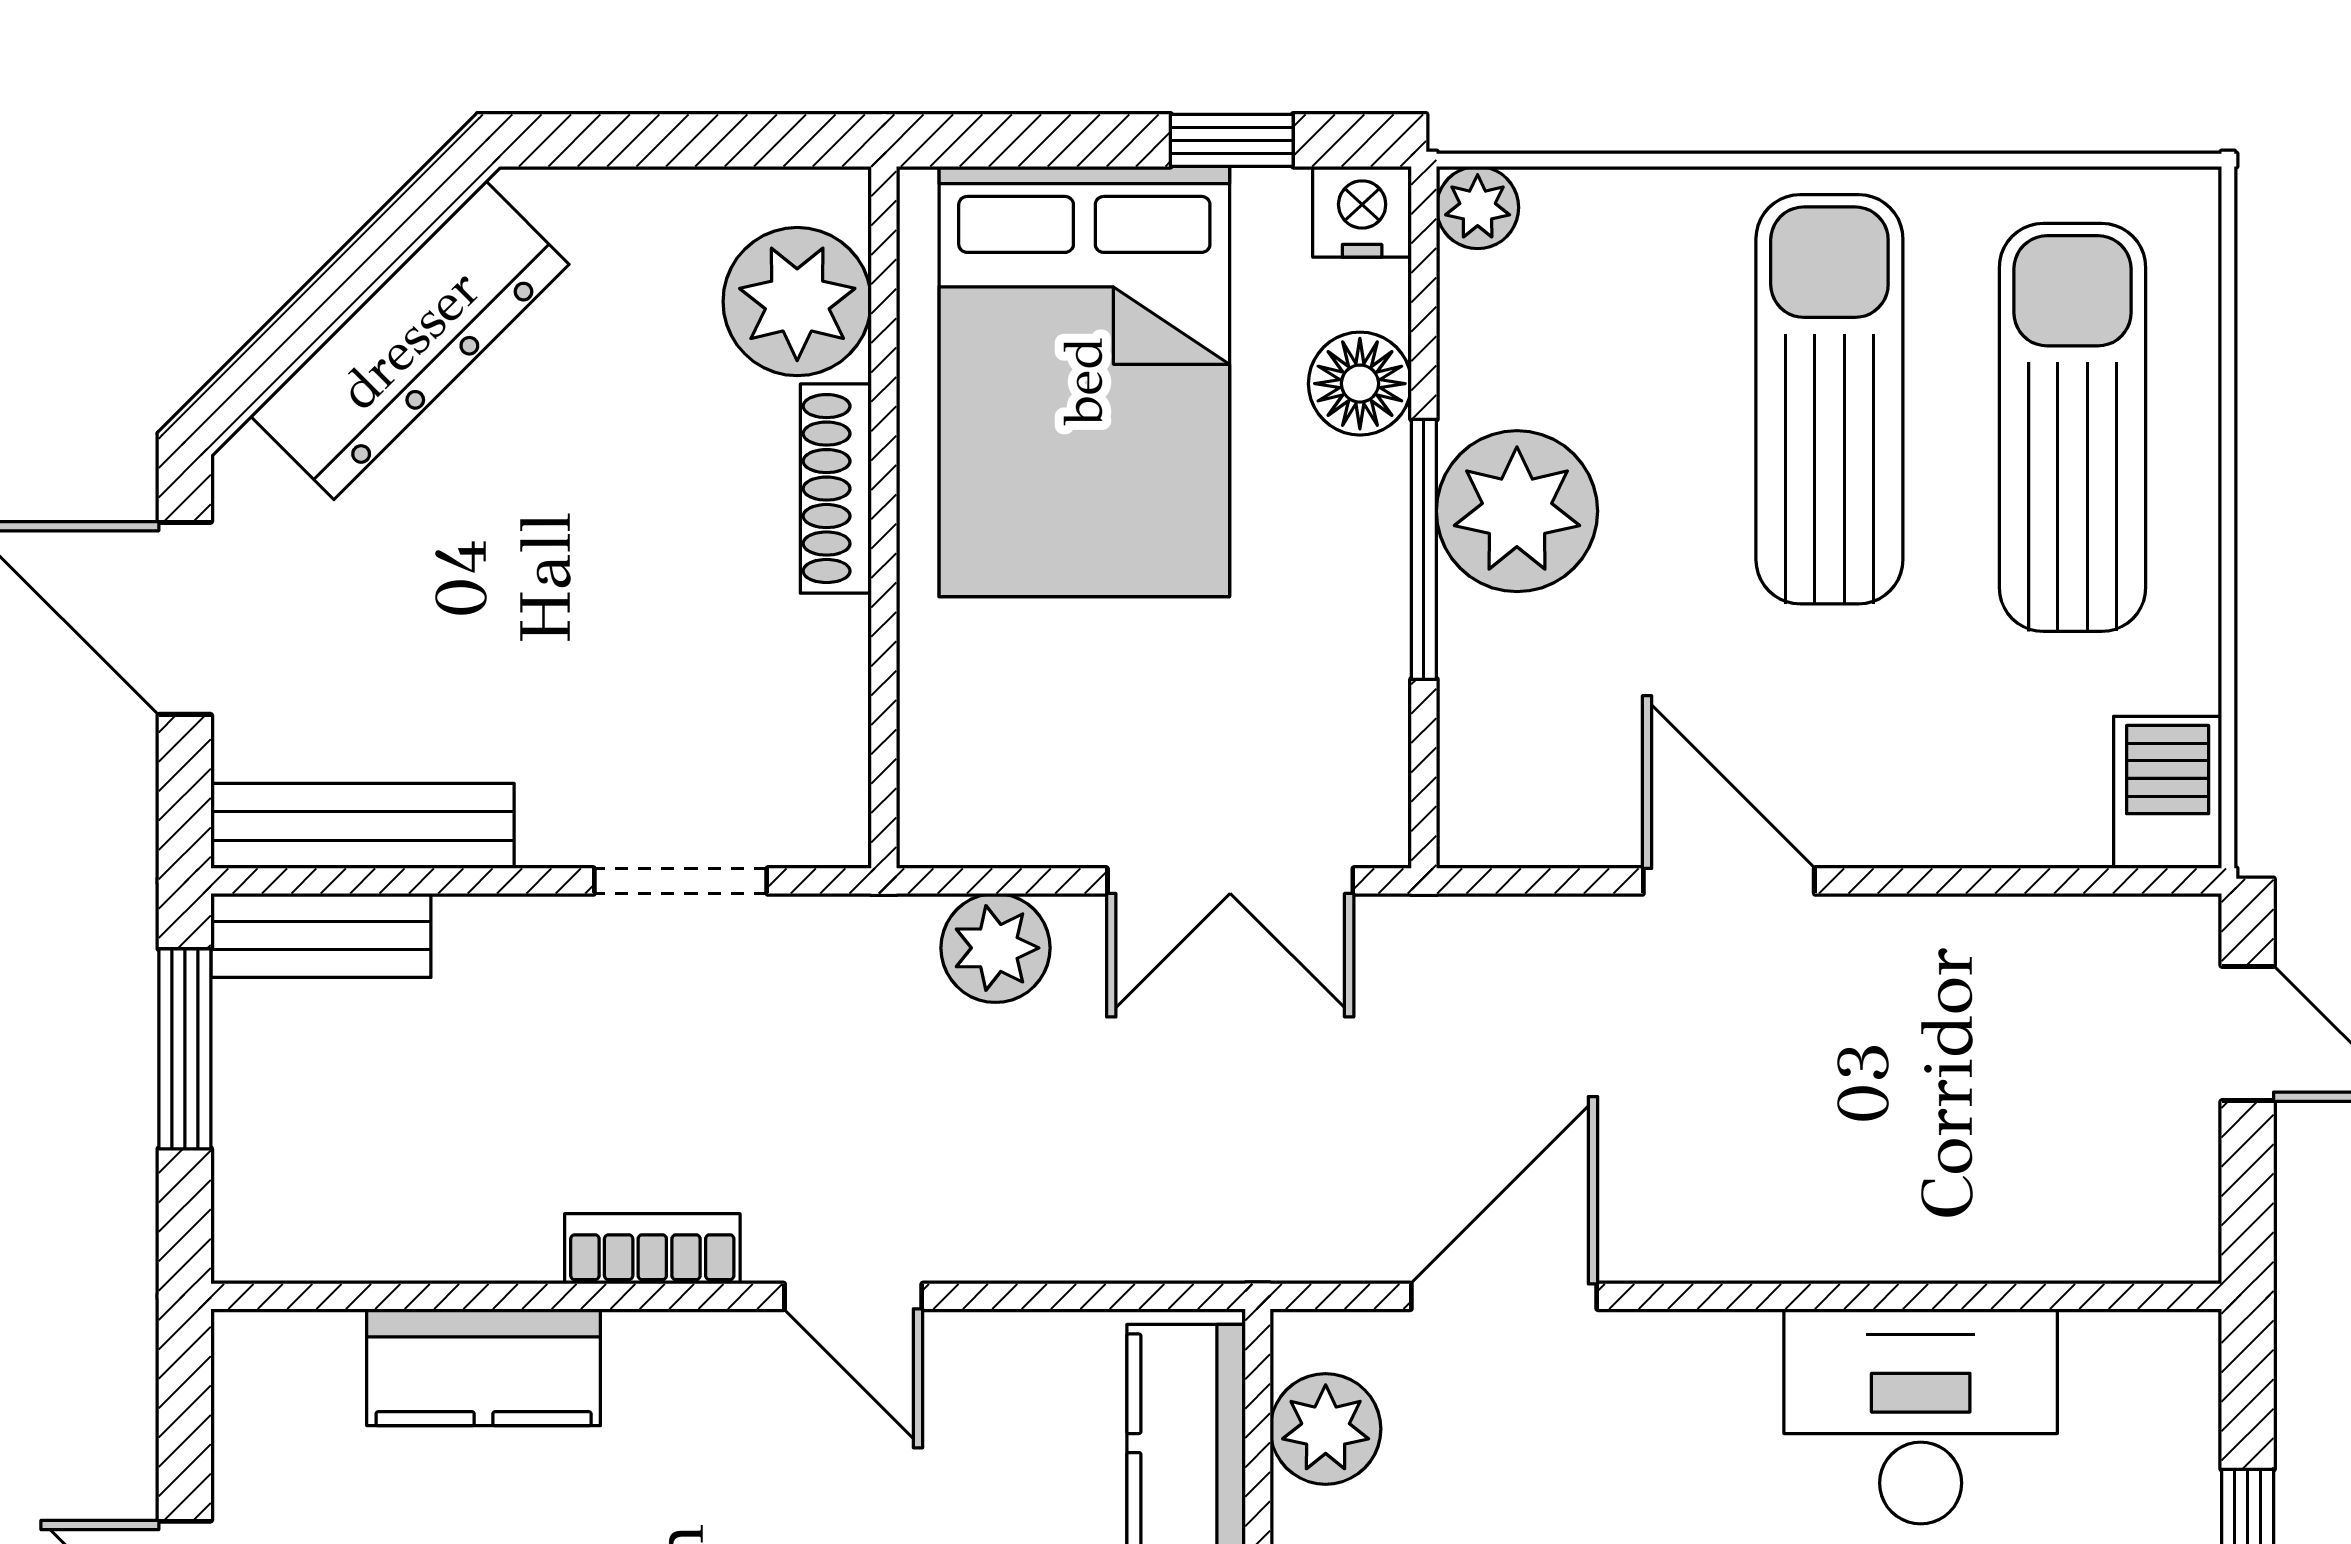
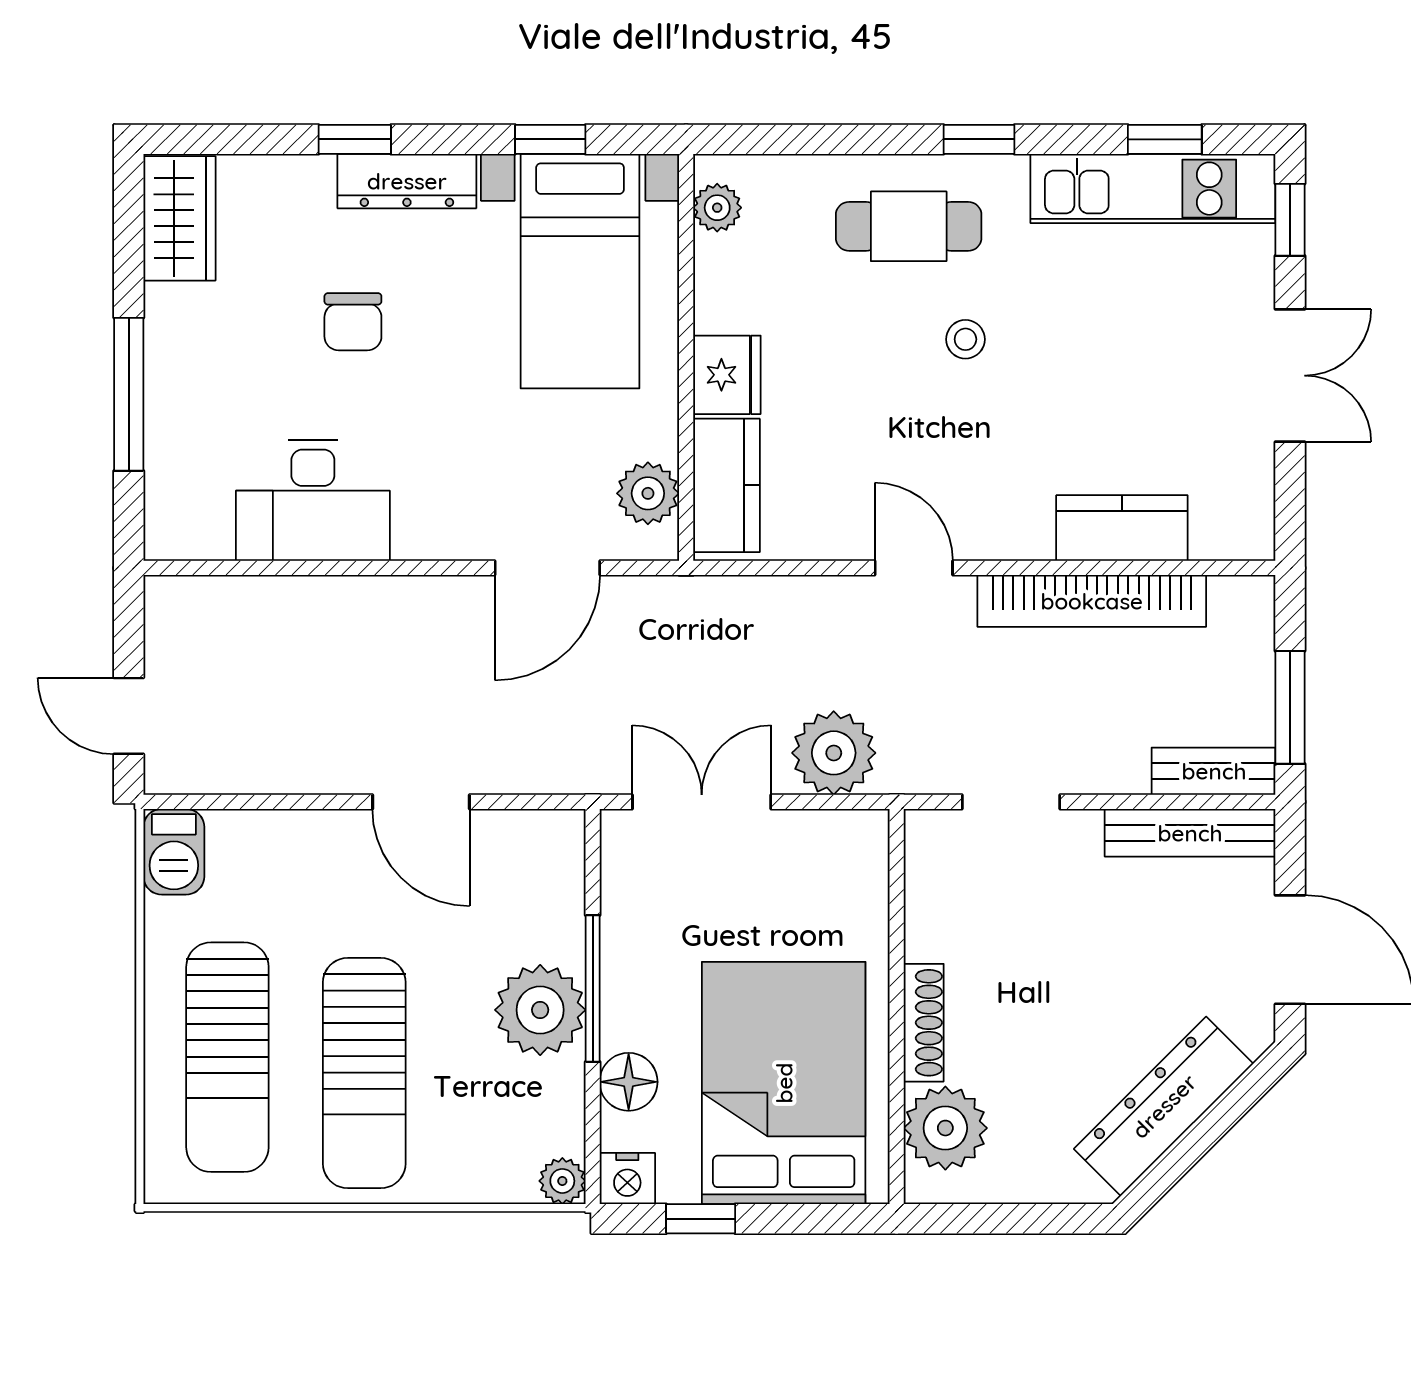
plant: (995, 948) -> (834, 753), width x1.36, depth x1.36
bookcase: (652, 1249) -> (1092, 601), width x2.31, depth x1.31

